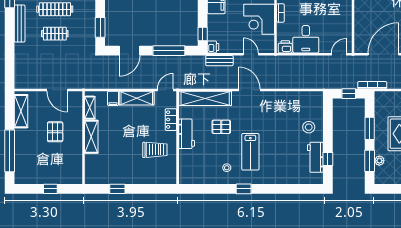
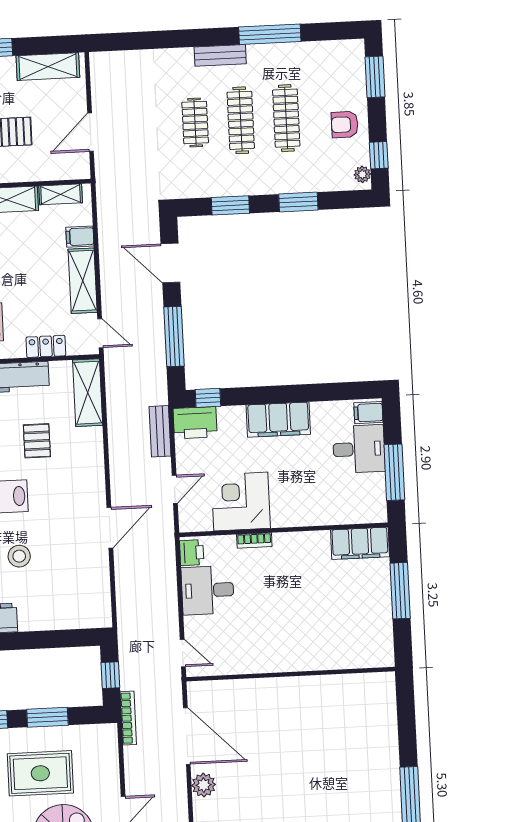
bench: (20, 23) -> (220, 55), width x0.73
window: (100, 27) -> (230, 205), moved
printer: (213, 47) -> (195, 423), width x1.87, depth x1.48
door: (249, 90) -> (110, 528), moved
shelving: (205, 98) -> (88, 393), width x0.68
stool: (309, 127) -> (19, 556), moved

